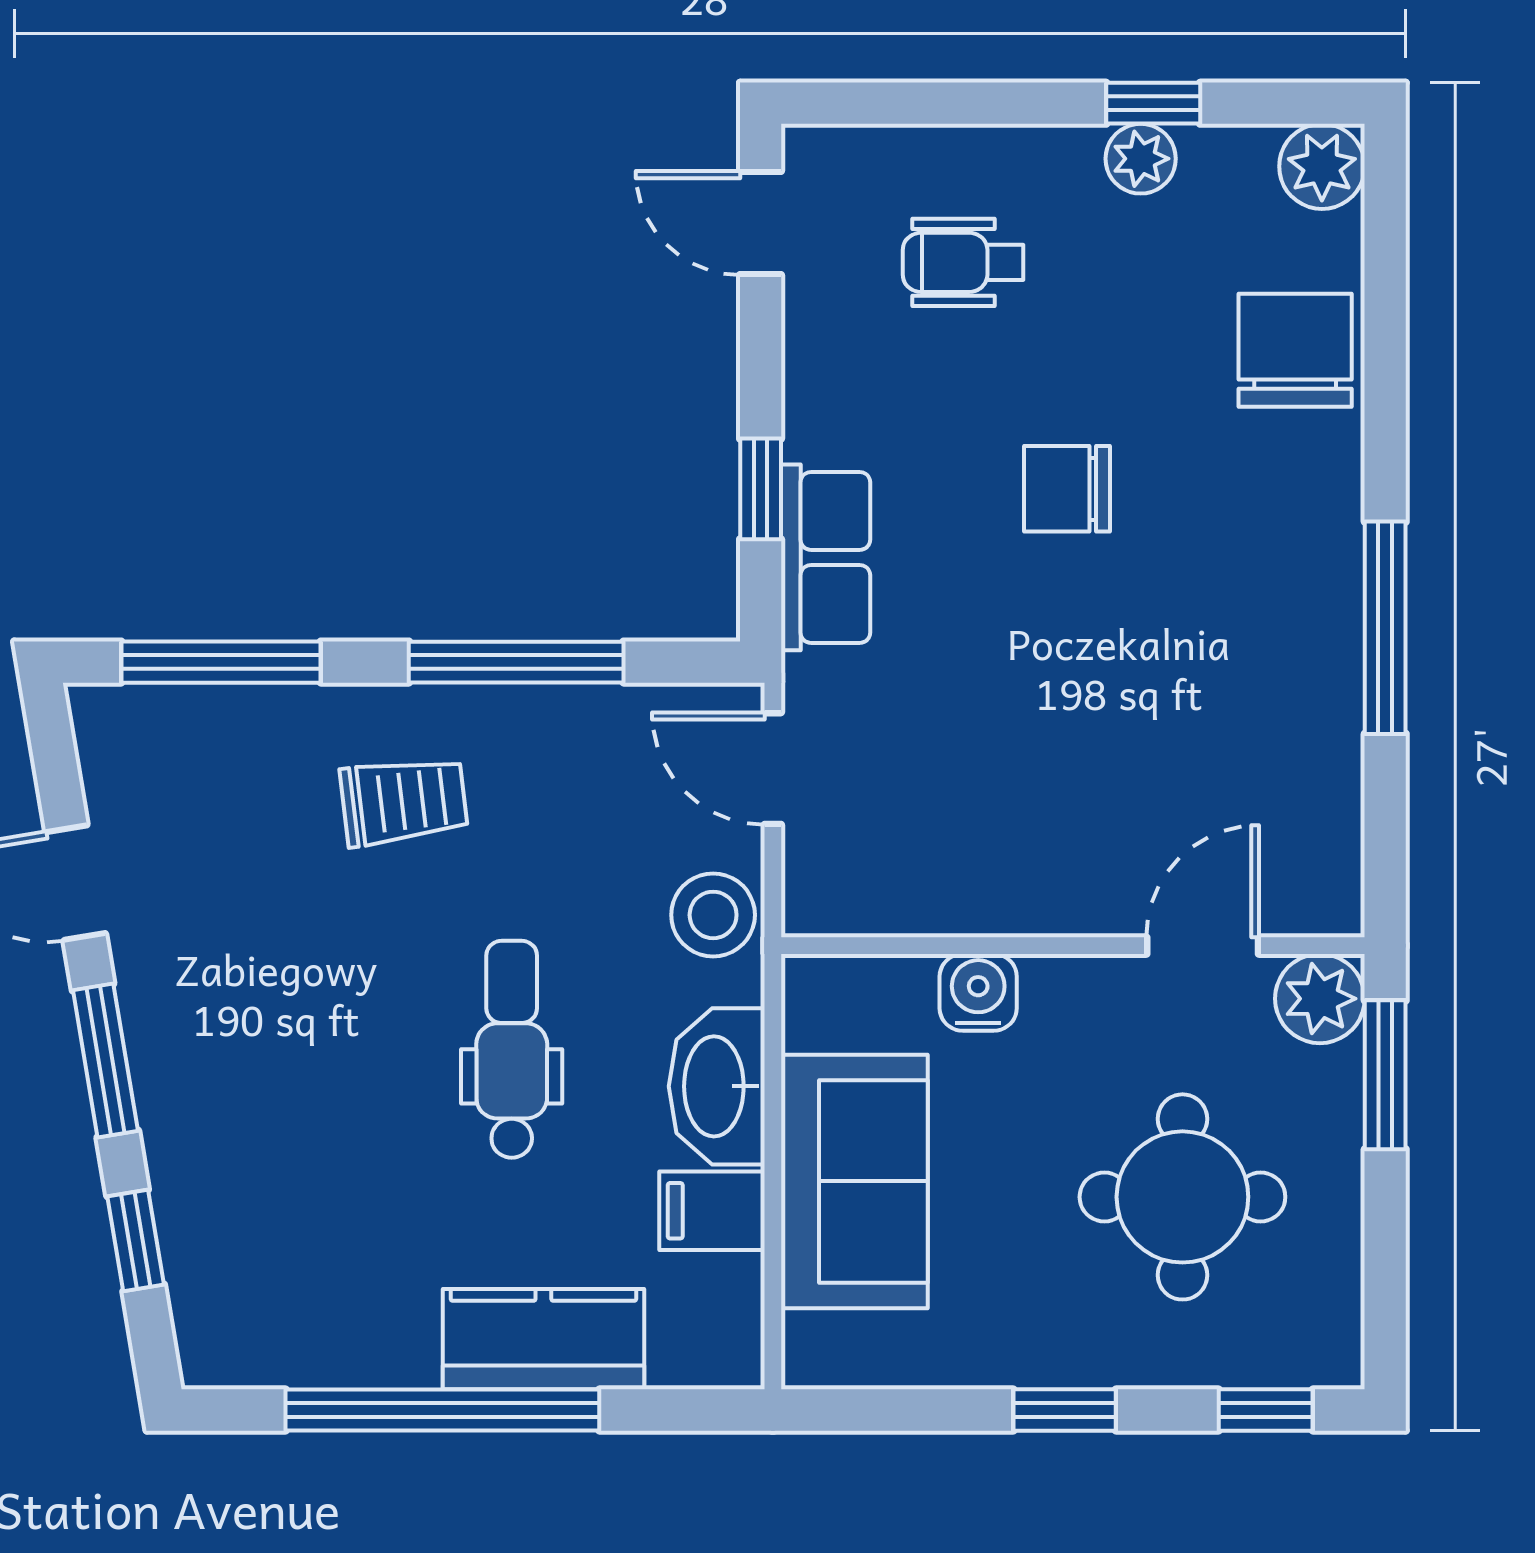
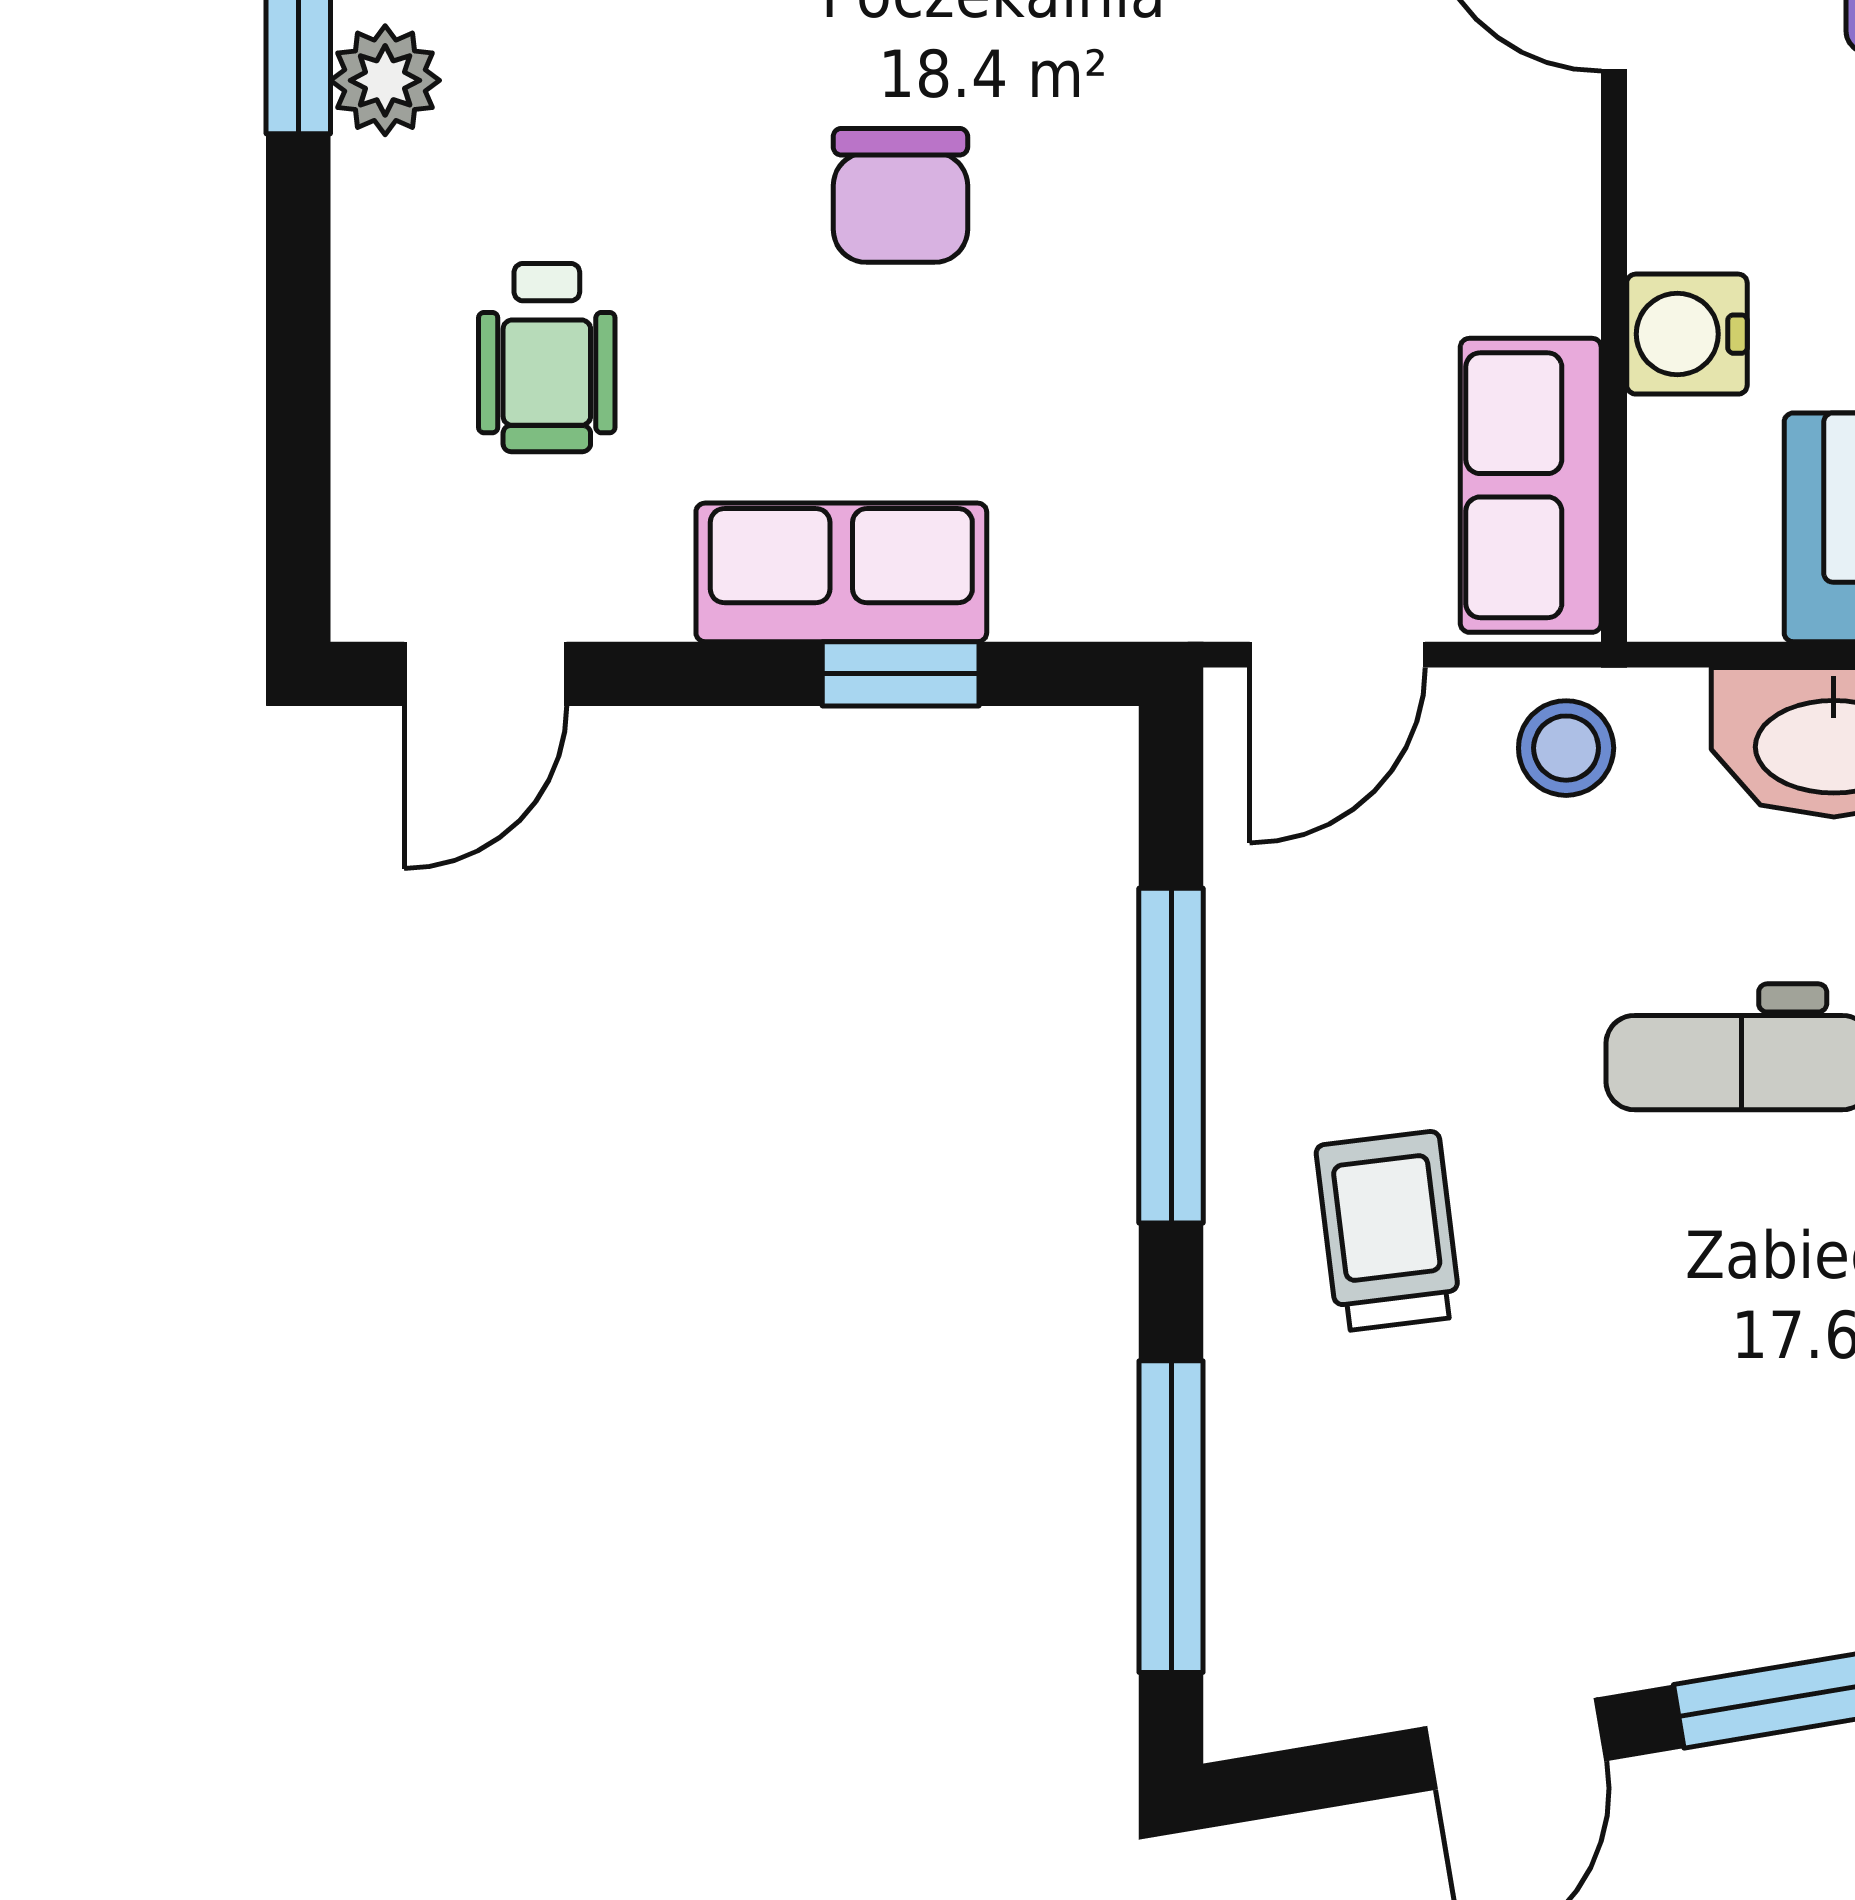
row of seats: (826, 557) -> (841, 572), moved
row of seats: (881, 892) -> (1531, 485), added
stool: (713, 915) -> (1566, 748), width x0.73, depth x0.73

